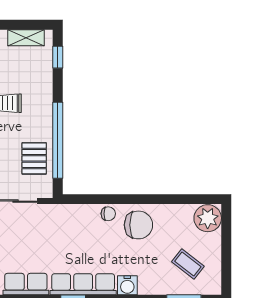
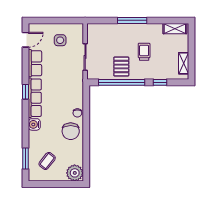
window: (58, 57) -> (160, 82), moved
pallet: (34, 158) -> (121, 66), moved, turned 90

